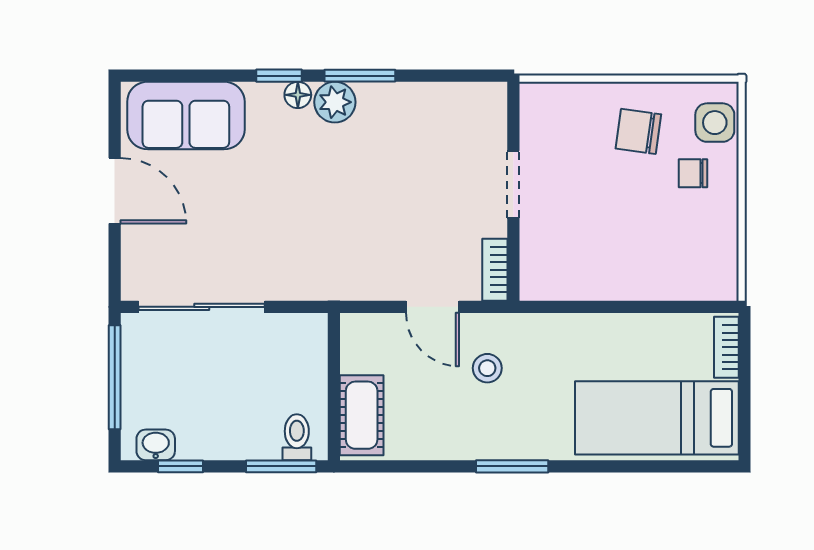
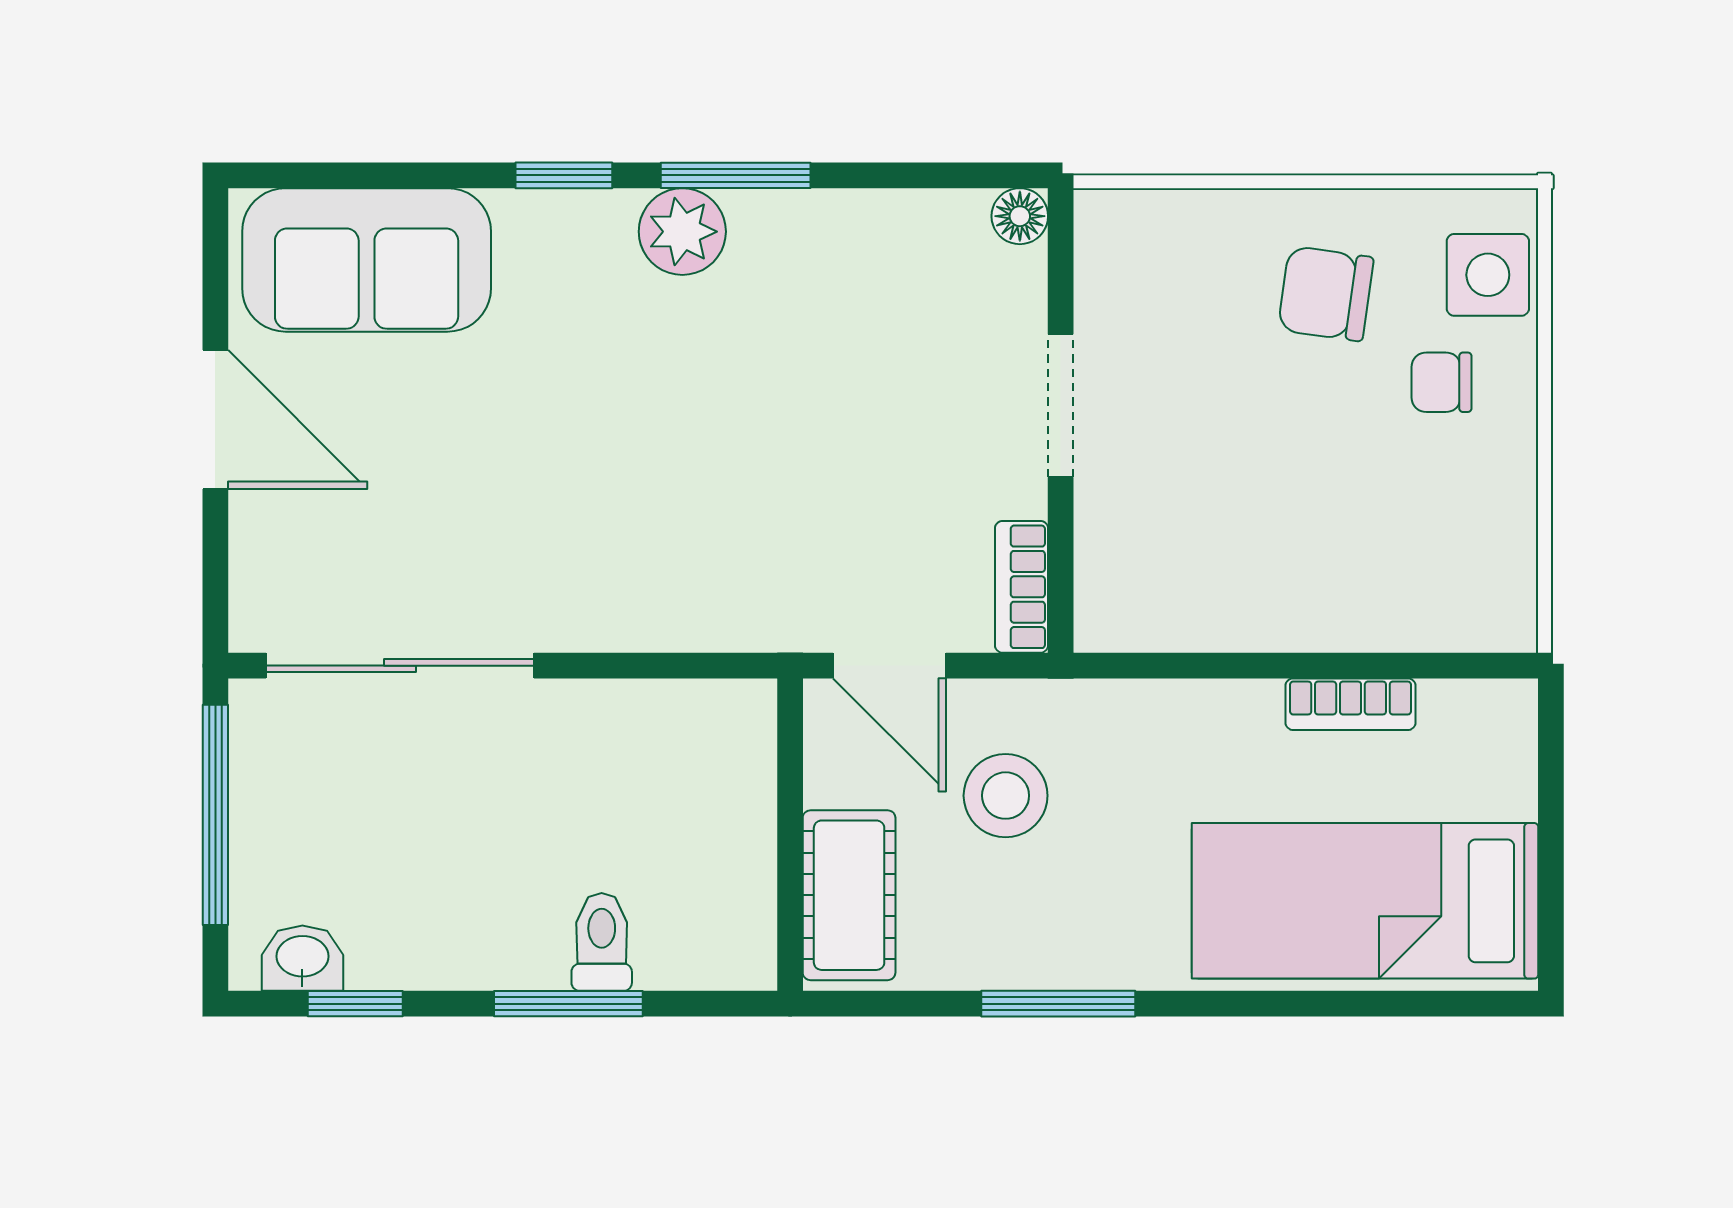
floor lamp: (298, 95) -> (1020, 216), moved
bookcase: (726, 347) -> (1350, 704), moved, turned -90
stool: (487, 368) -> (1006, 796), width x1.37, depth x1.37
wall: (334, 387) -> (790, 835), moved
cot: (362, 415) -> (849, 895), moved

